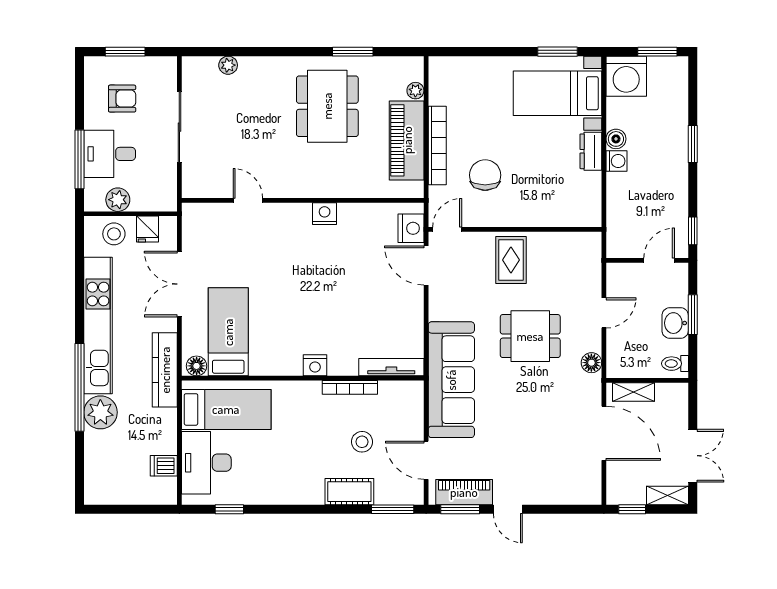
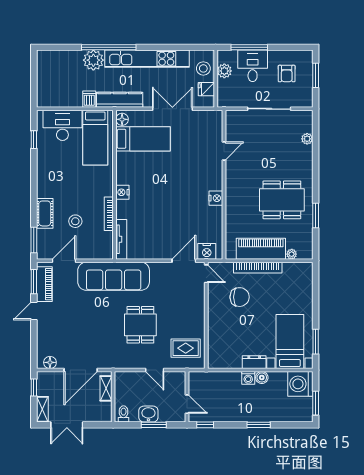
rug: (511, 260) -> (186, 348), moved
floor lamp: (591, 363) -> (50, 362), moved
dishwasher: (164, 466) -> (89, 99), moved

